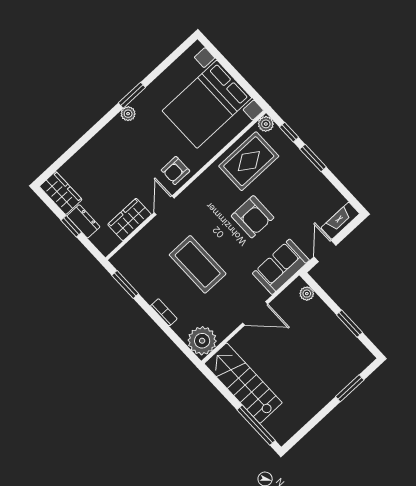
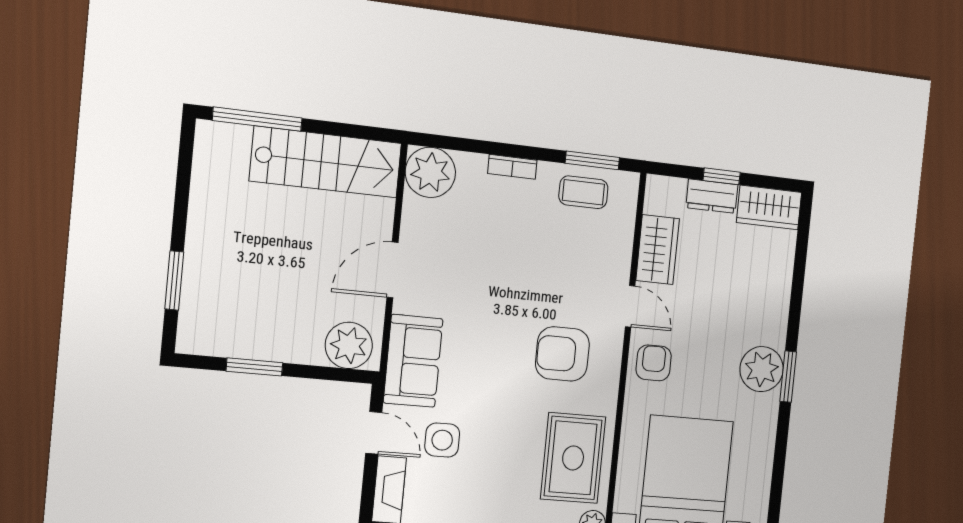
window: (132, 95) -> (788, 377), moved
plant: (128, 114) -> (762, 369), width x1.88, depth x1.88
armchair: (253, 217) -> (562, 354), moved
side table: (299, 221) -> (442, 440), added
coffee table: (198, 264) -> (583, 192), moved, width x0.54, depth x0.58
plant: (307, 294) -> (349, 345), width x1.88, depth x1.88

